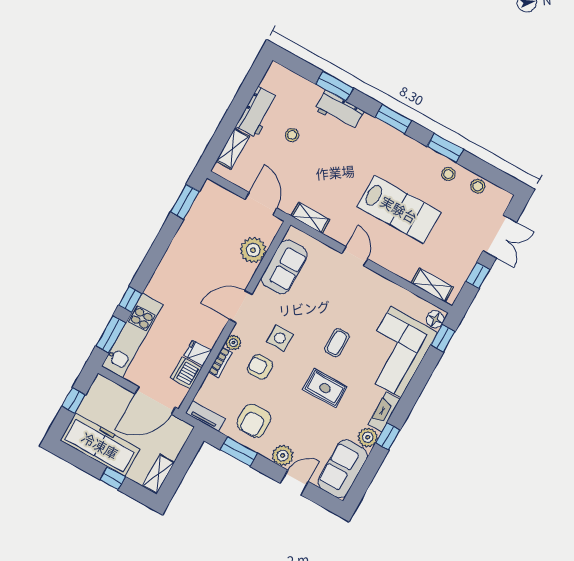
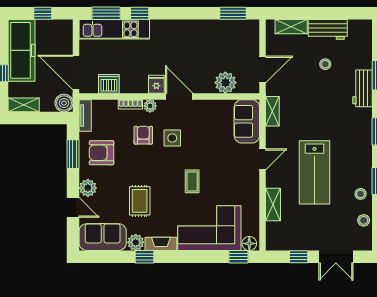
sofa: (284, 267) -> (247, 121), moved, turned 90
shelving: (432, 285) -> (273, 205), moved
coffee table: (337, 343) -> (192, 181), turned 90
fridge: (198, 353) -> (156, 84), moved
rug: (325, 388) -> (140, 201), moved
boiler: (180, 431) -> (64, 103), added

